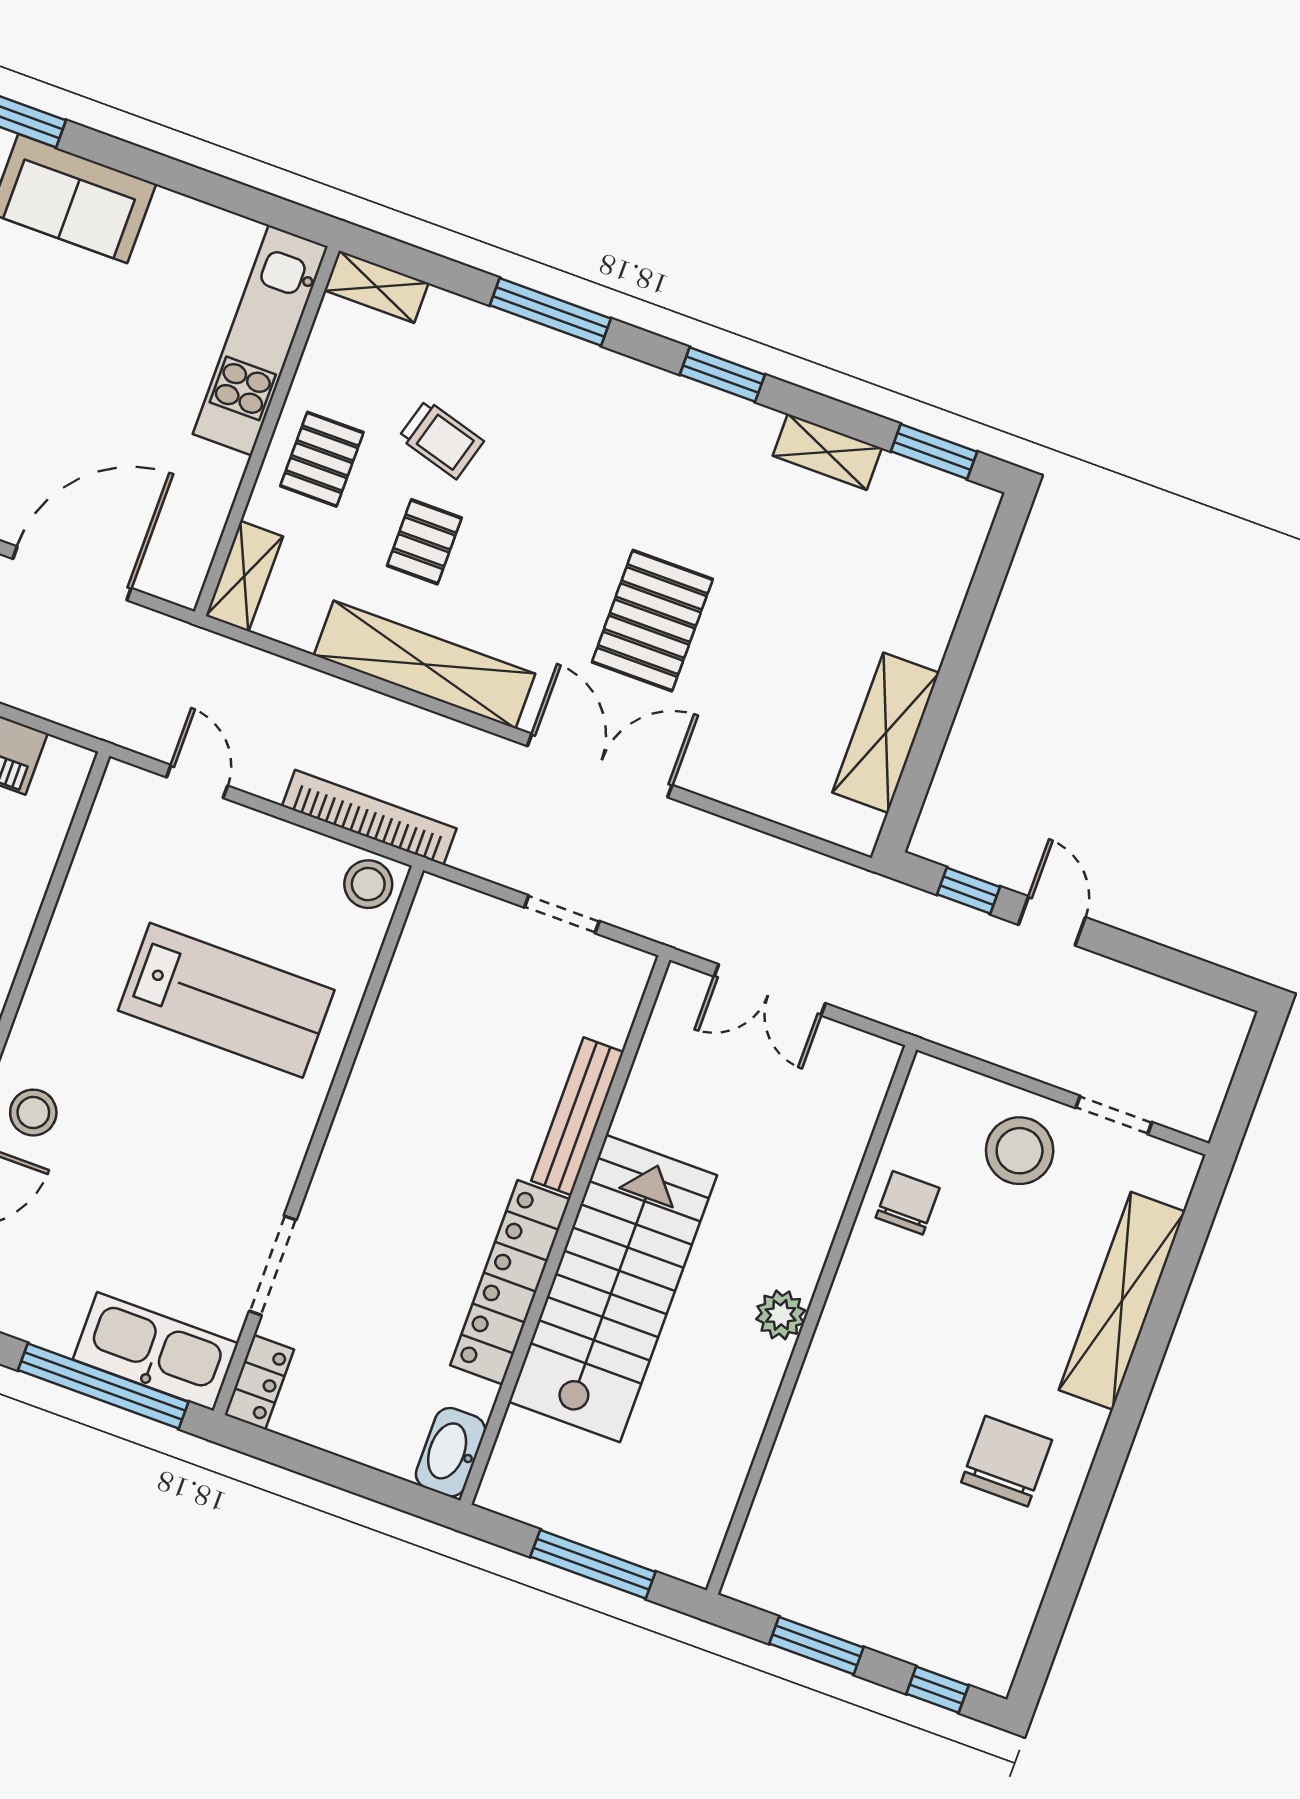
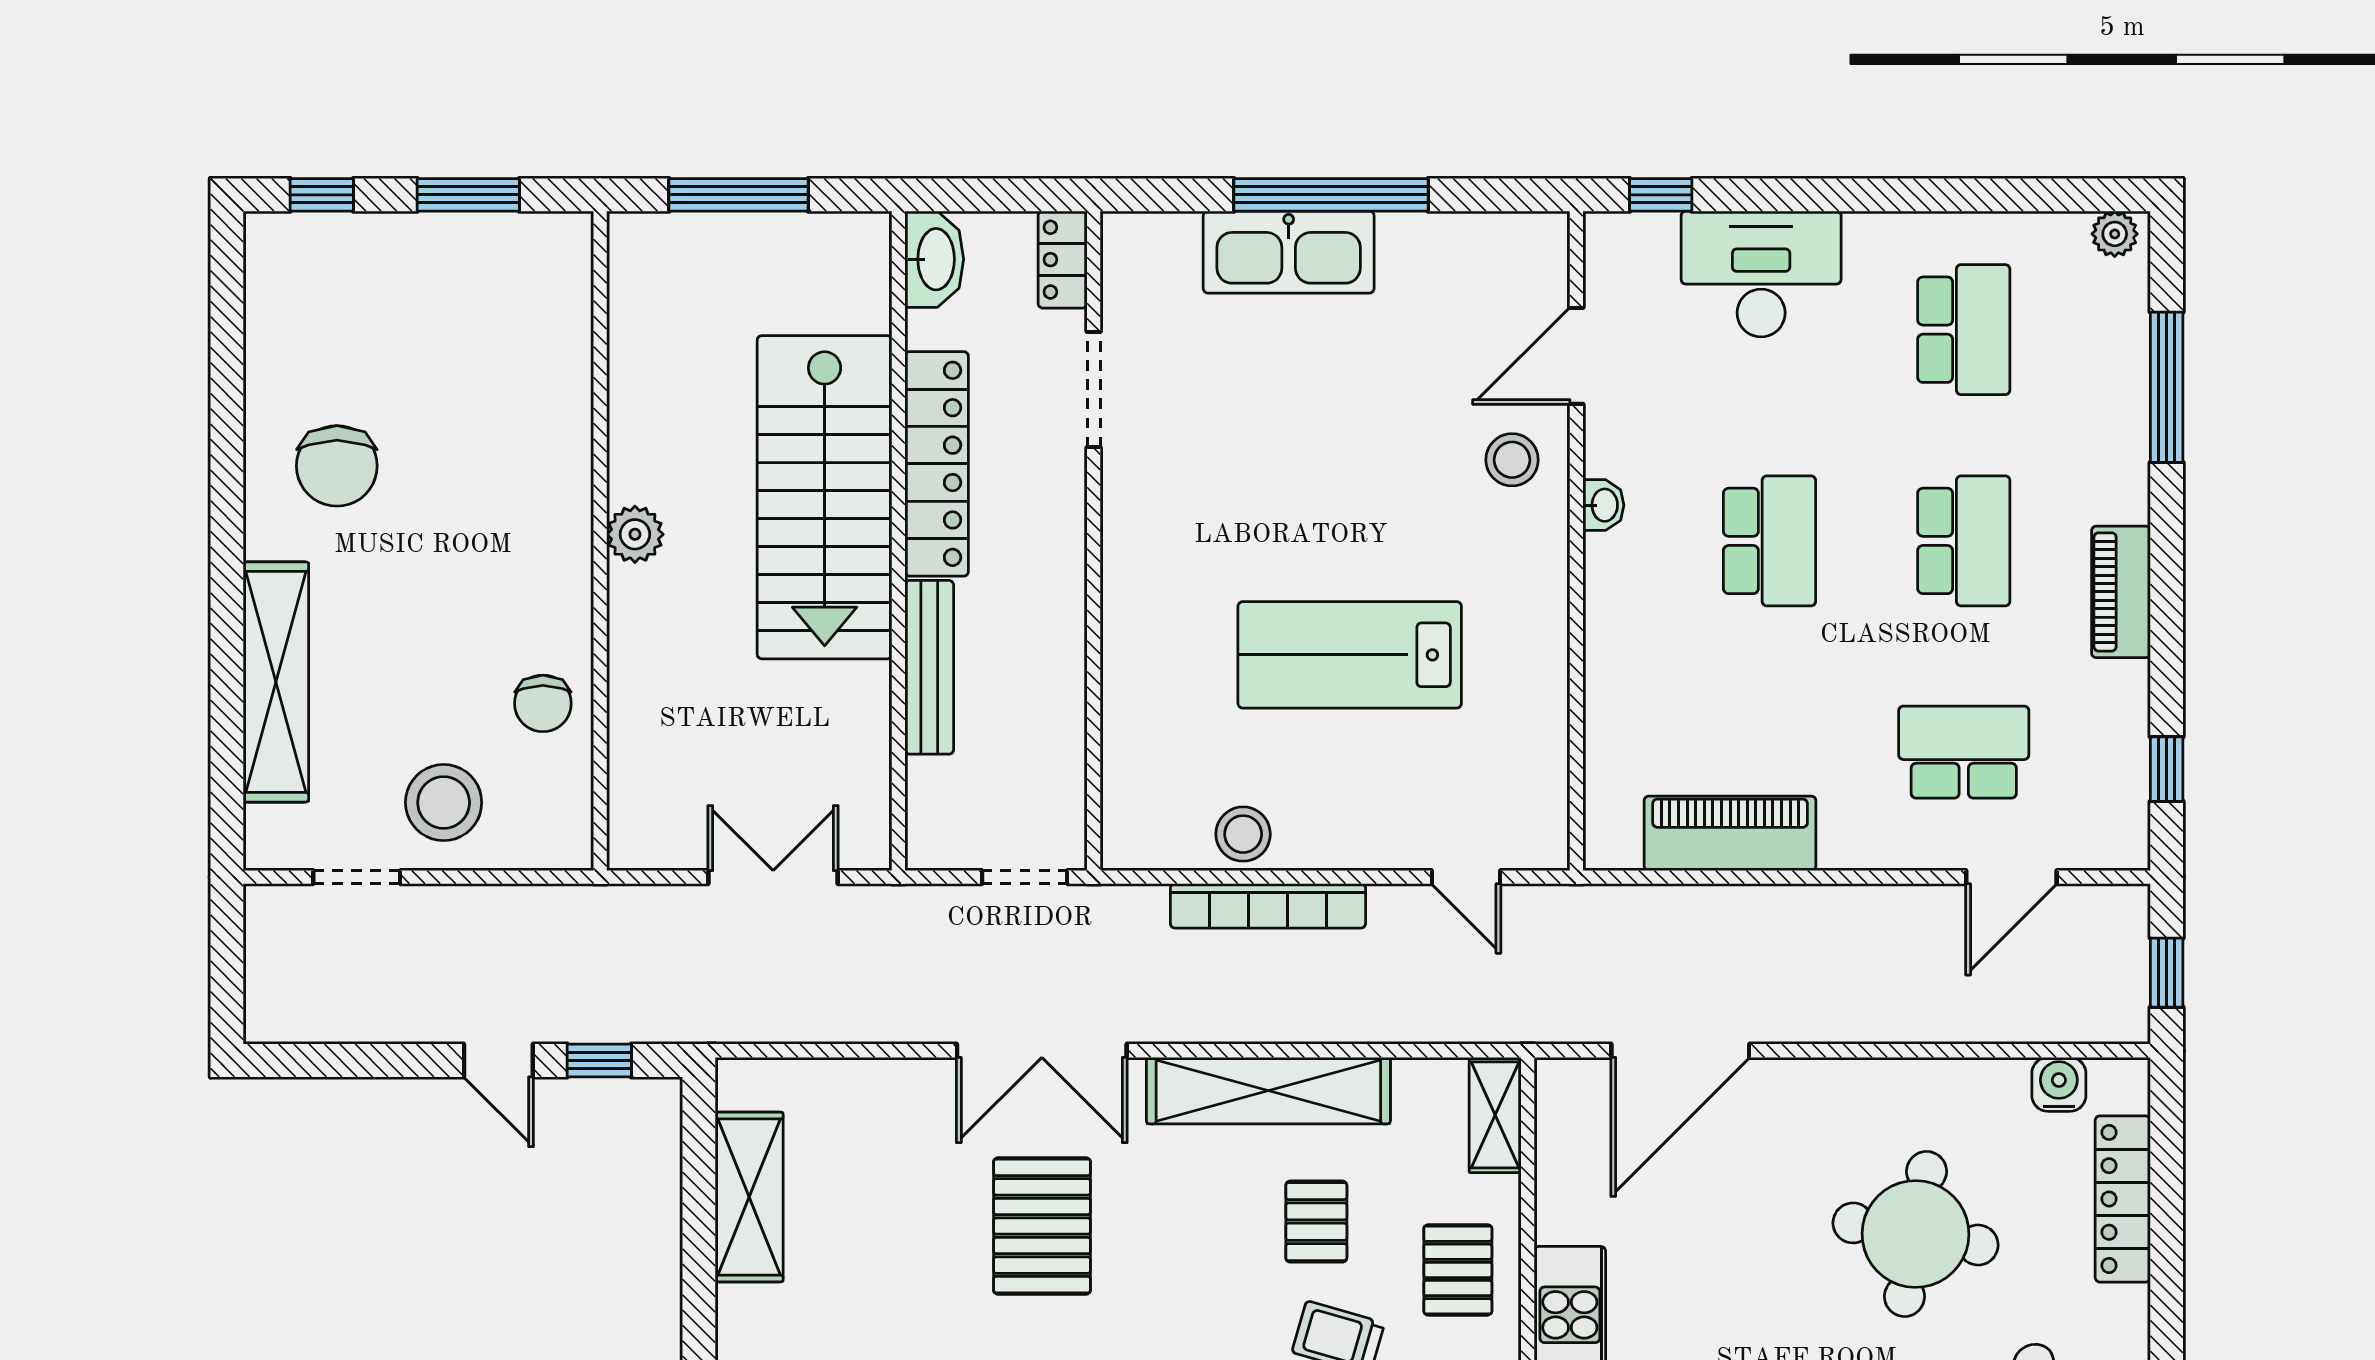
wall: (318, 1140) -> (1094, 541), moved
doorway: (273, 1266) -> (1094, 389), moved
locker: (259, 1382) -> (1063, 260), moved

